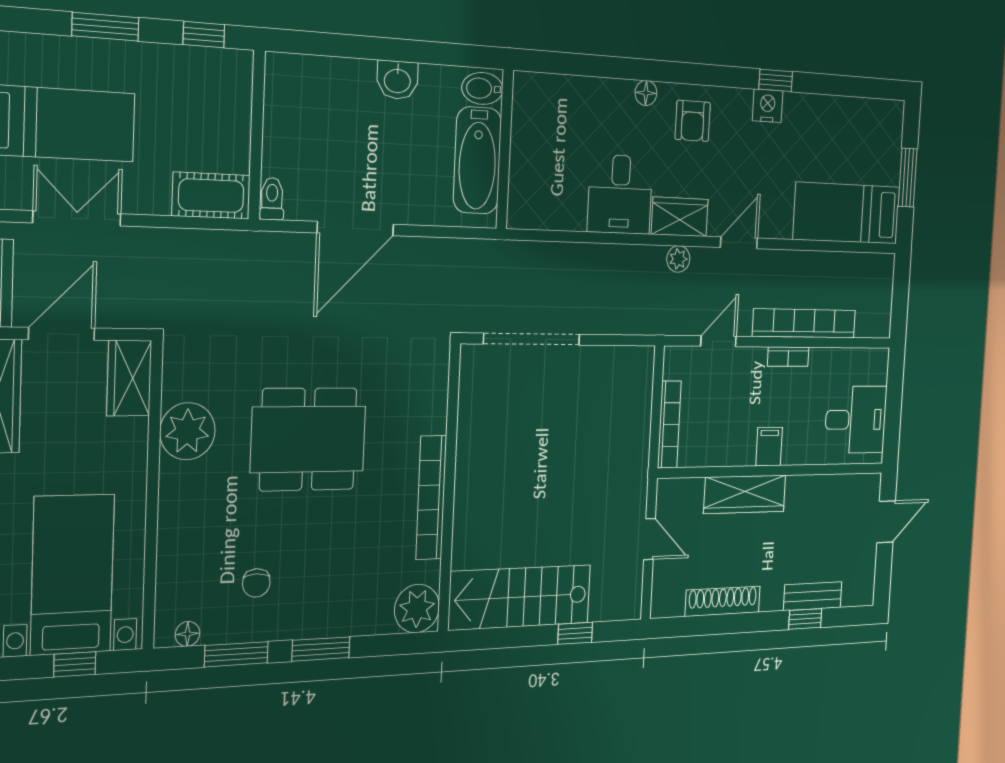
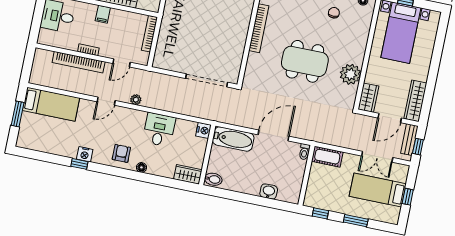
washbasin: (397, 80) -> (269, 192), moved
bathtub: (477, 160) -> (233, 139), moved, turned 90
nightstand: (522, 211) -> (203, 130), added
wardrobe: (680, 217) -> (188, 174), moved, turned 180

